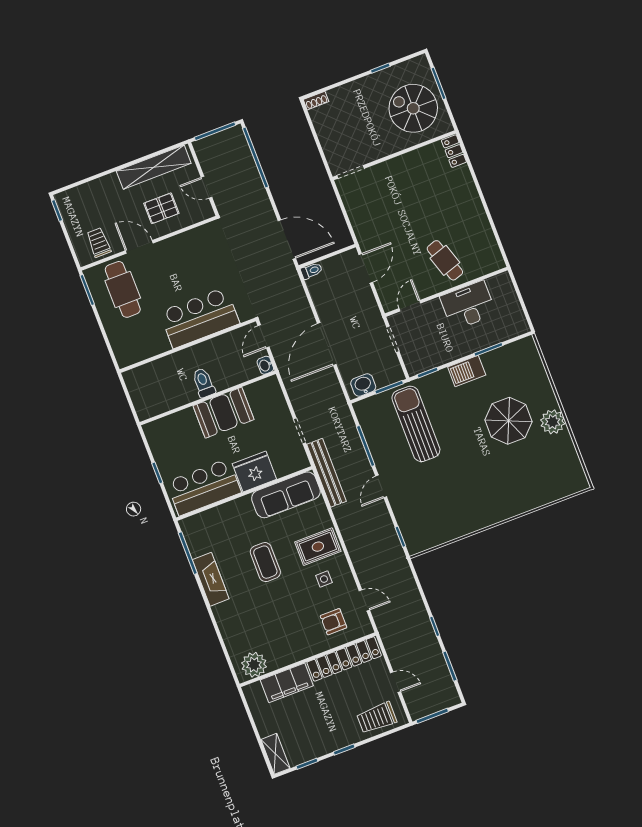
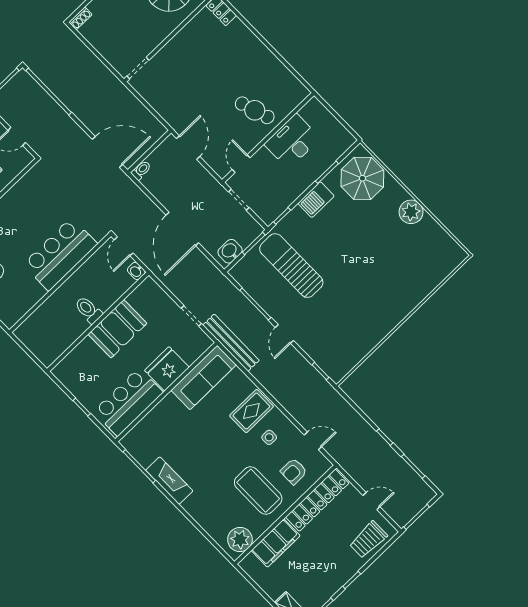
parasol: (509, 421) -> (362, 178), moved
coffee table: (265, 562) -> (258, 491), moved, width x1.36, depth x1.32

